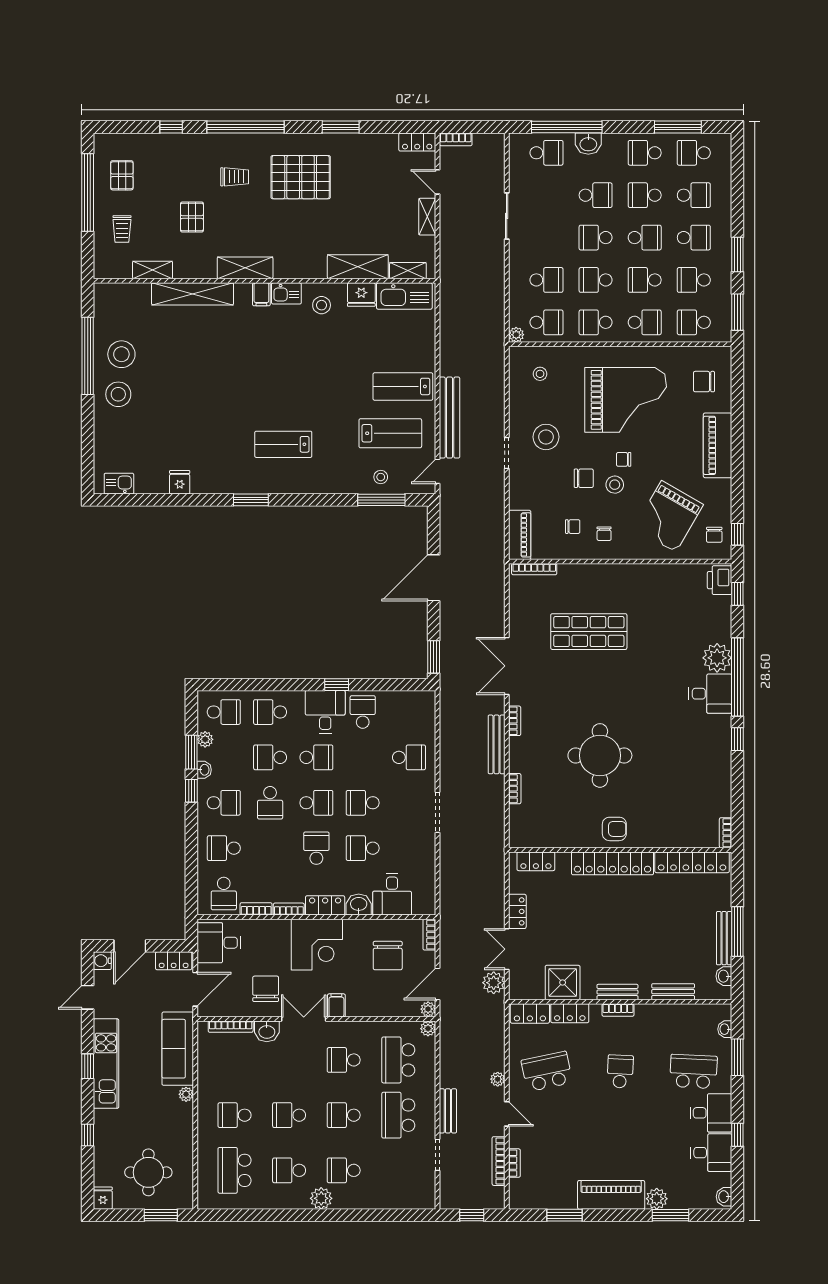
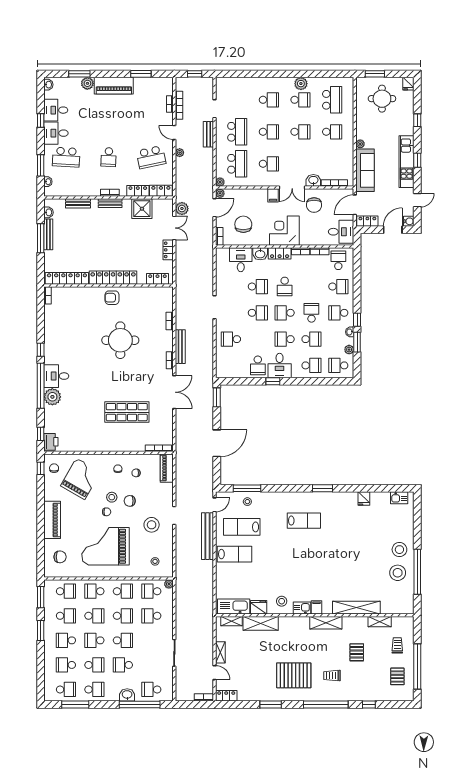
plant: (321, 1198) -> (301, 84), moved

